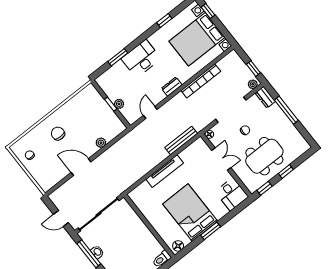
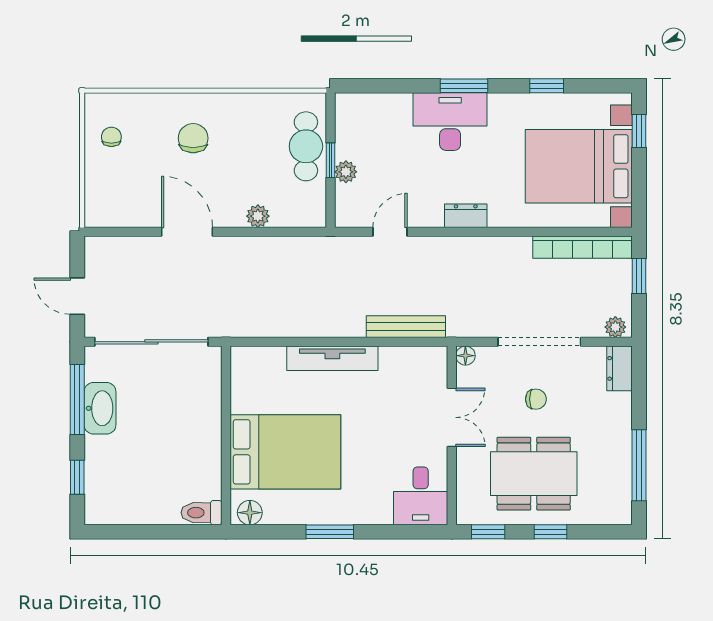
window: (118, 57) -> (464, 86), moved
window: (253, 69) -> (639, 276), moved
bookcase: (201, 81) -> (582, 247), moved
cafe table: (99, 106) -> (306, 146), added
window: (286, 110) -> (639, 465), moved
bed: (190, 213) -> (285, 452), moved, turned 90
washbasin: (97, 252) -> (100, 408), width x1.91, depth x1.45

